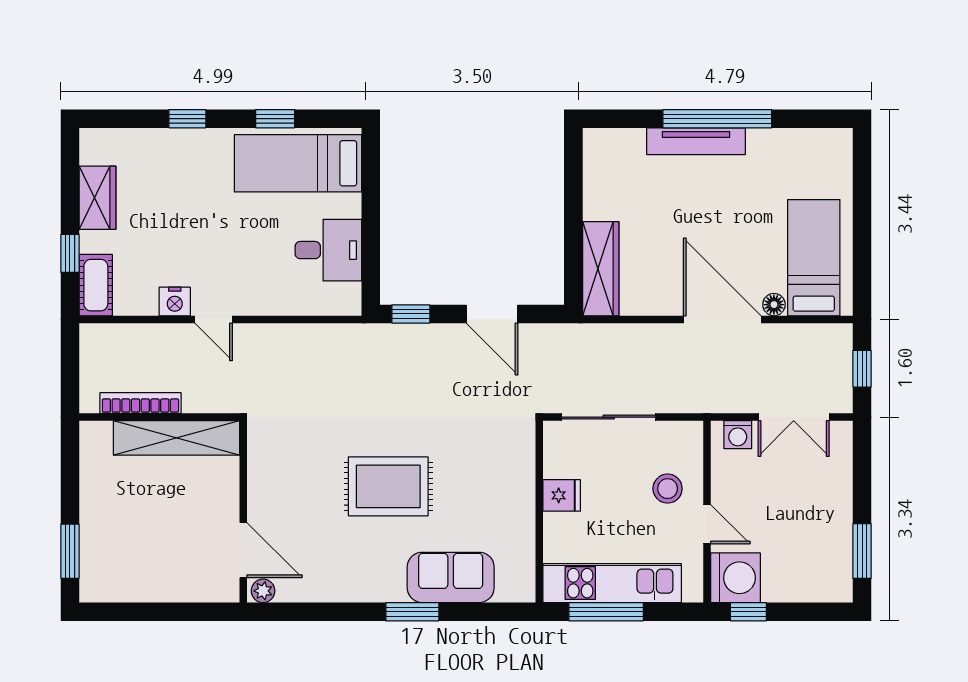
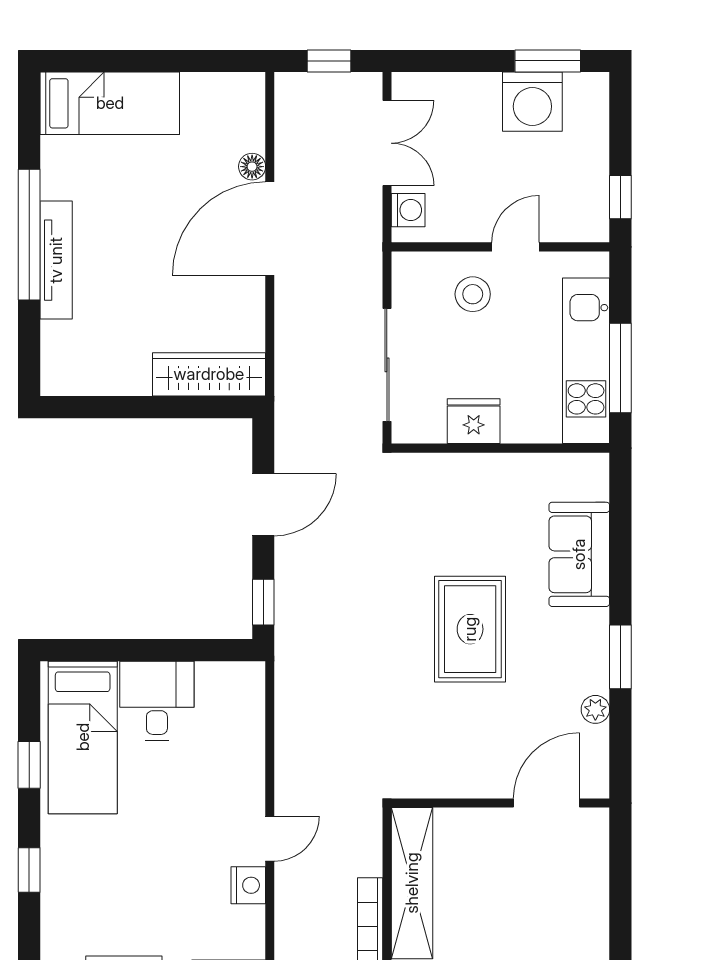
desk: (328, 250) -> (157, 701), moved
bed: (814, 258) -> (110, 103), moved, turned 180
fridge: (562, 495) -> (474, 421), width x1.38
washing machine: (735, 578) -> (532, 102), moved, turned 180
plant: (263, 591) -> (595, 709), moved
window: (412, 612) -> (620, 657), moved

